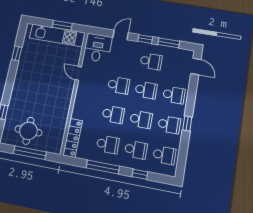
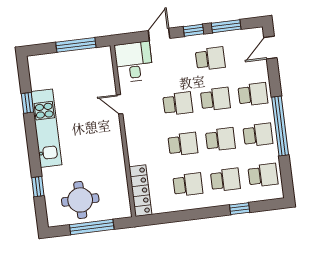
window: (62, 25) -> (76, 45), width x1.44
kitchen unit: (57, 35) -> (46, 128), moved, turned -90
door: (196, 66) -> (270, 48), swing flipped
window: (187, 123) -> (280, 126), width x3.17
window: (103, 167) -> (191, 215), removed

